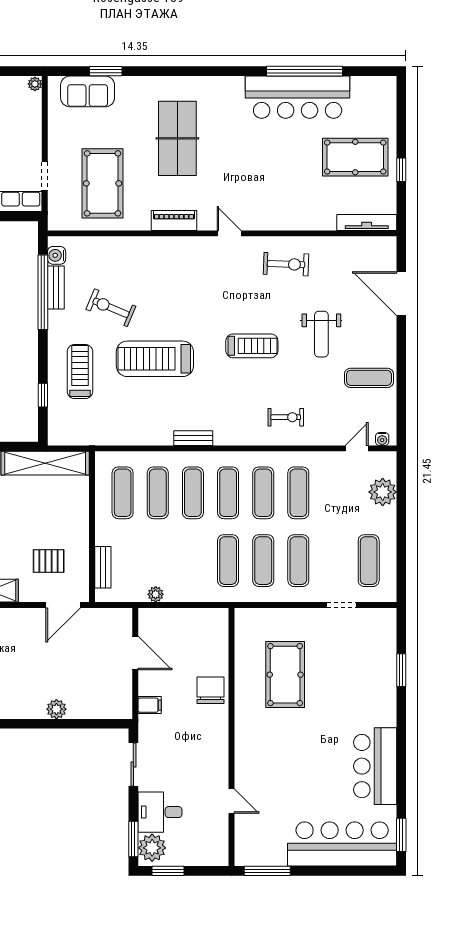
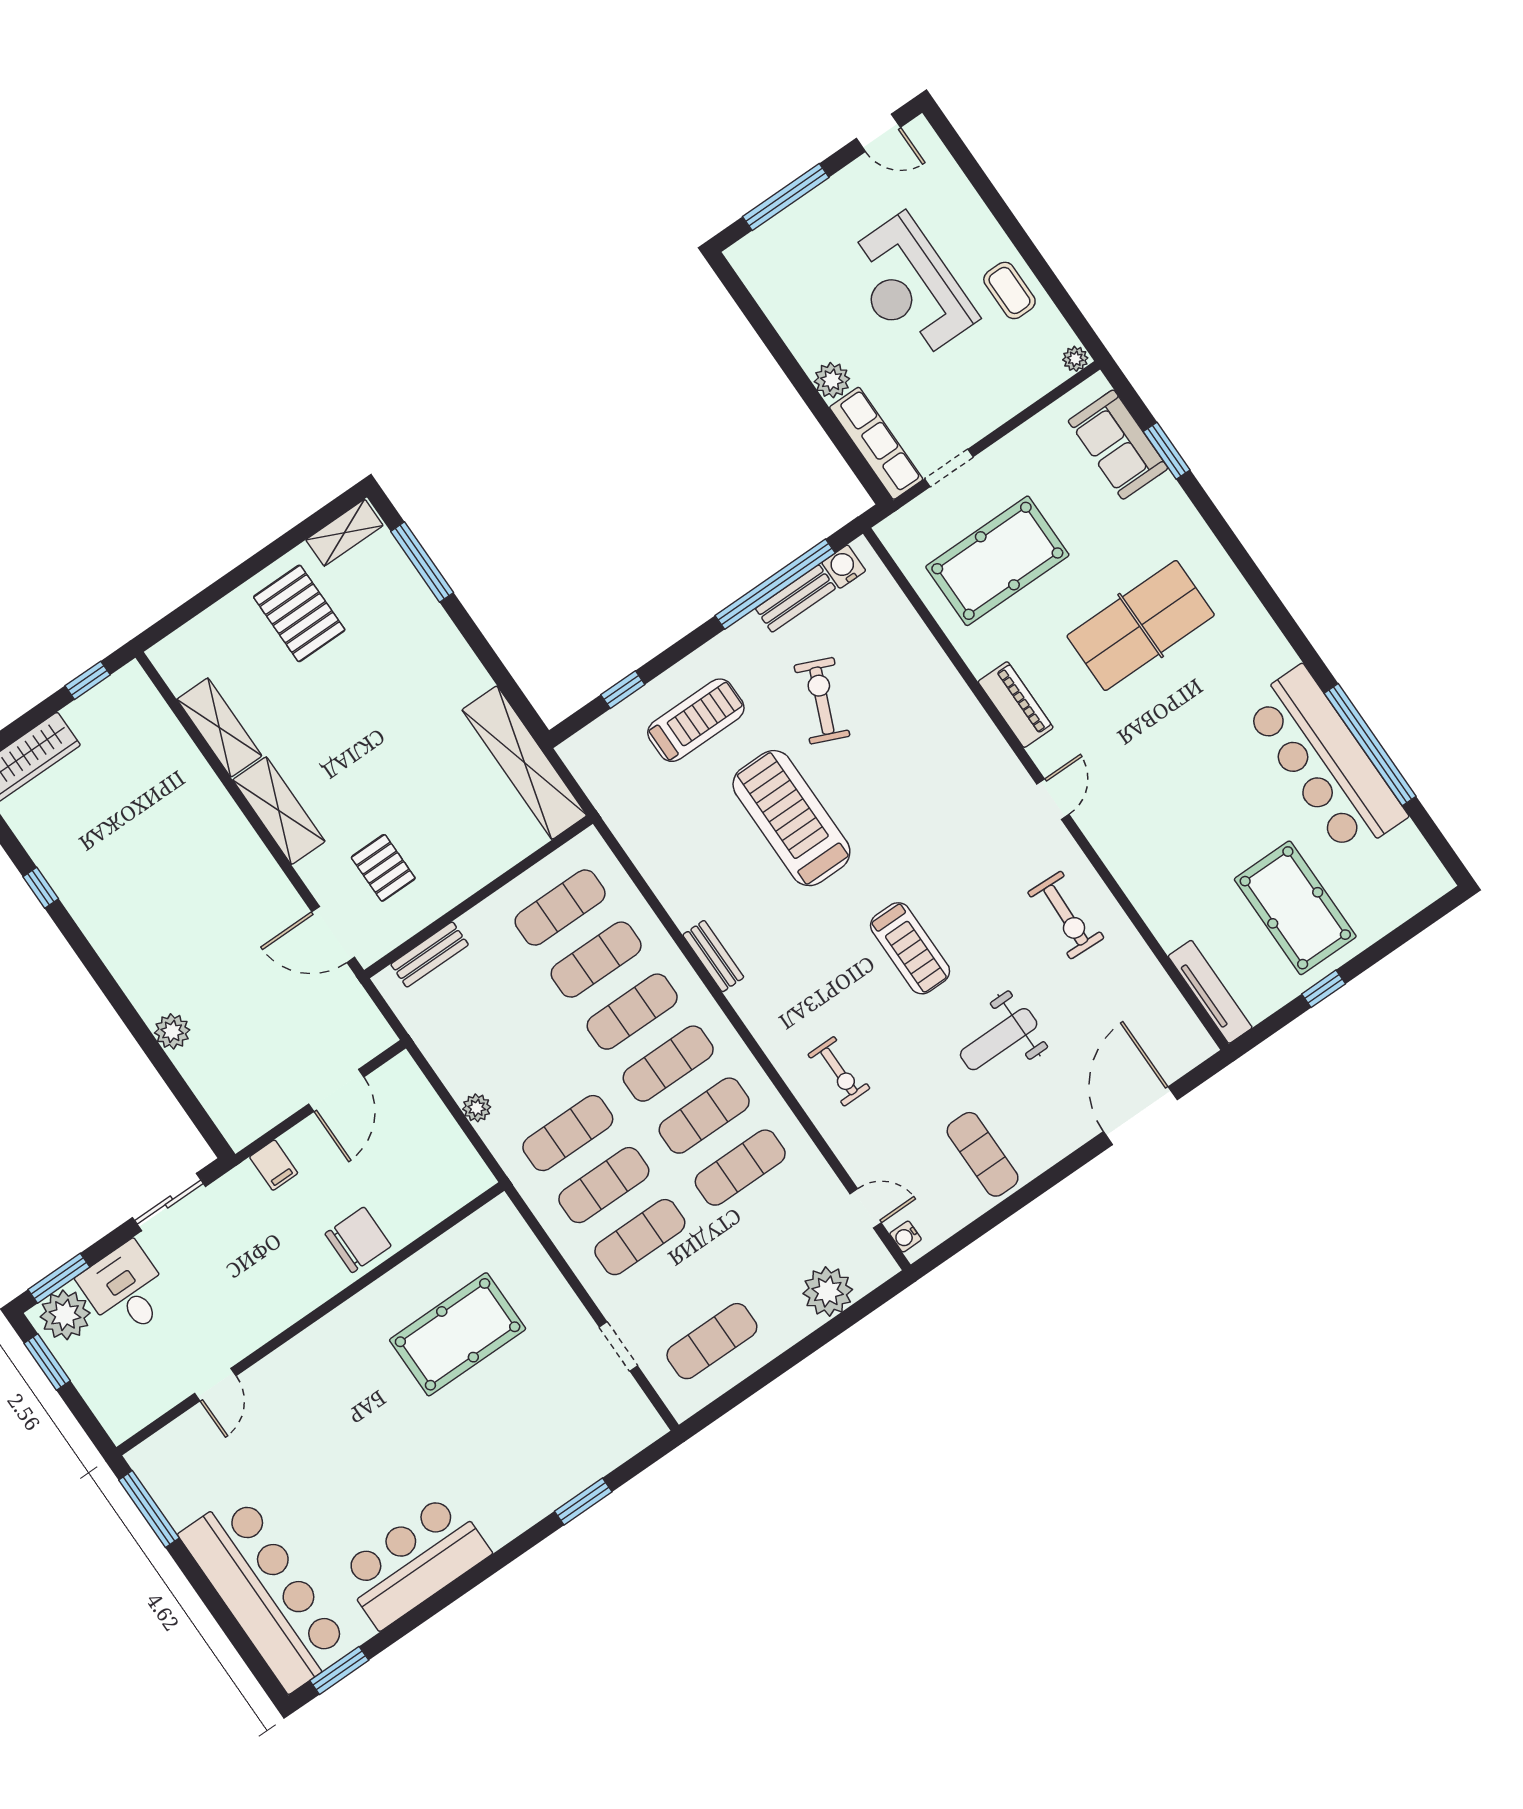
plant: (156, 594) -> (477, 1108), moved

